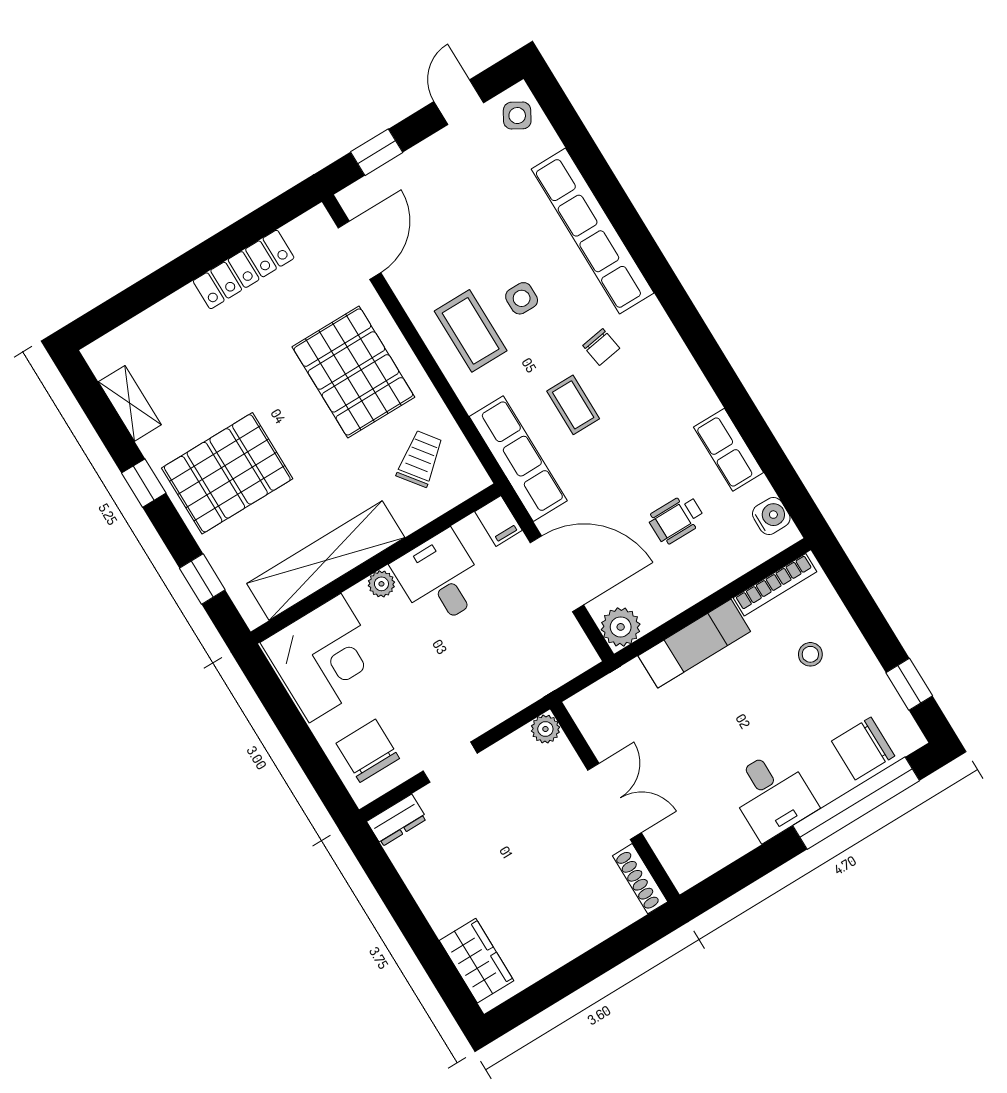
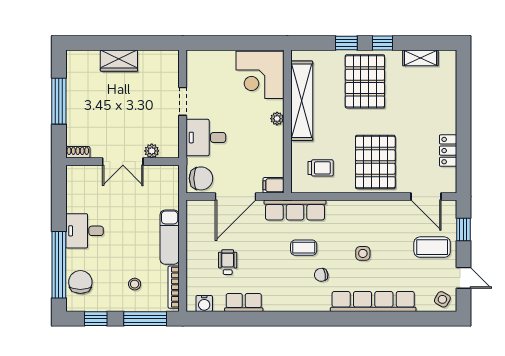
locker: (244, 269) -> (448, 151), width x0.66
coffee table: (471, 331) -> (432, 247), moved
pallet: (353, 372) -> (375, 162), turned 90
trolley: (420, 459) -> (321, 168), turned -53
window: (202, 579) -> (346, 43), moved
desk: (440, 579) -> (206, 138), moved, turned 180
window: (858, 601) -> (145, 319), added
plant: (621, 627) -> (196, 210), removed
plant: (545, 729) -> (152, 151), moved
chair: (368, 751) -> (201, 178), moved
dresser: (397, 820) -> (172, 63), removed
shoe rack: (640, 879) -> (78, 152), width x0.70
wardrobe: (477, 961) -> (119, 61), moved
window: (578, 973) -> (59, 101), added

